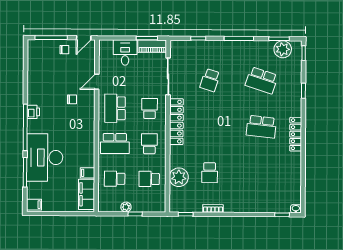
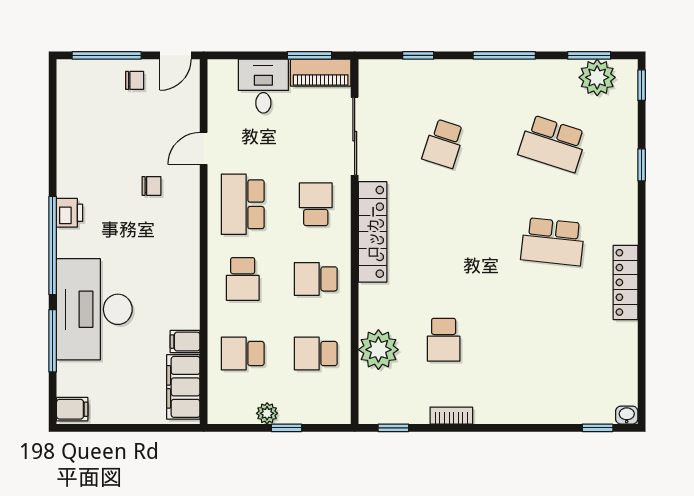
locker: (296, 134) -> (626, 282), moved
school desk: (115, 144) -> (243, 279), width x0.54
school desk: (149, 144) -> (316, 279), turned -90

